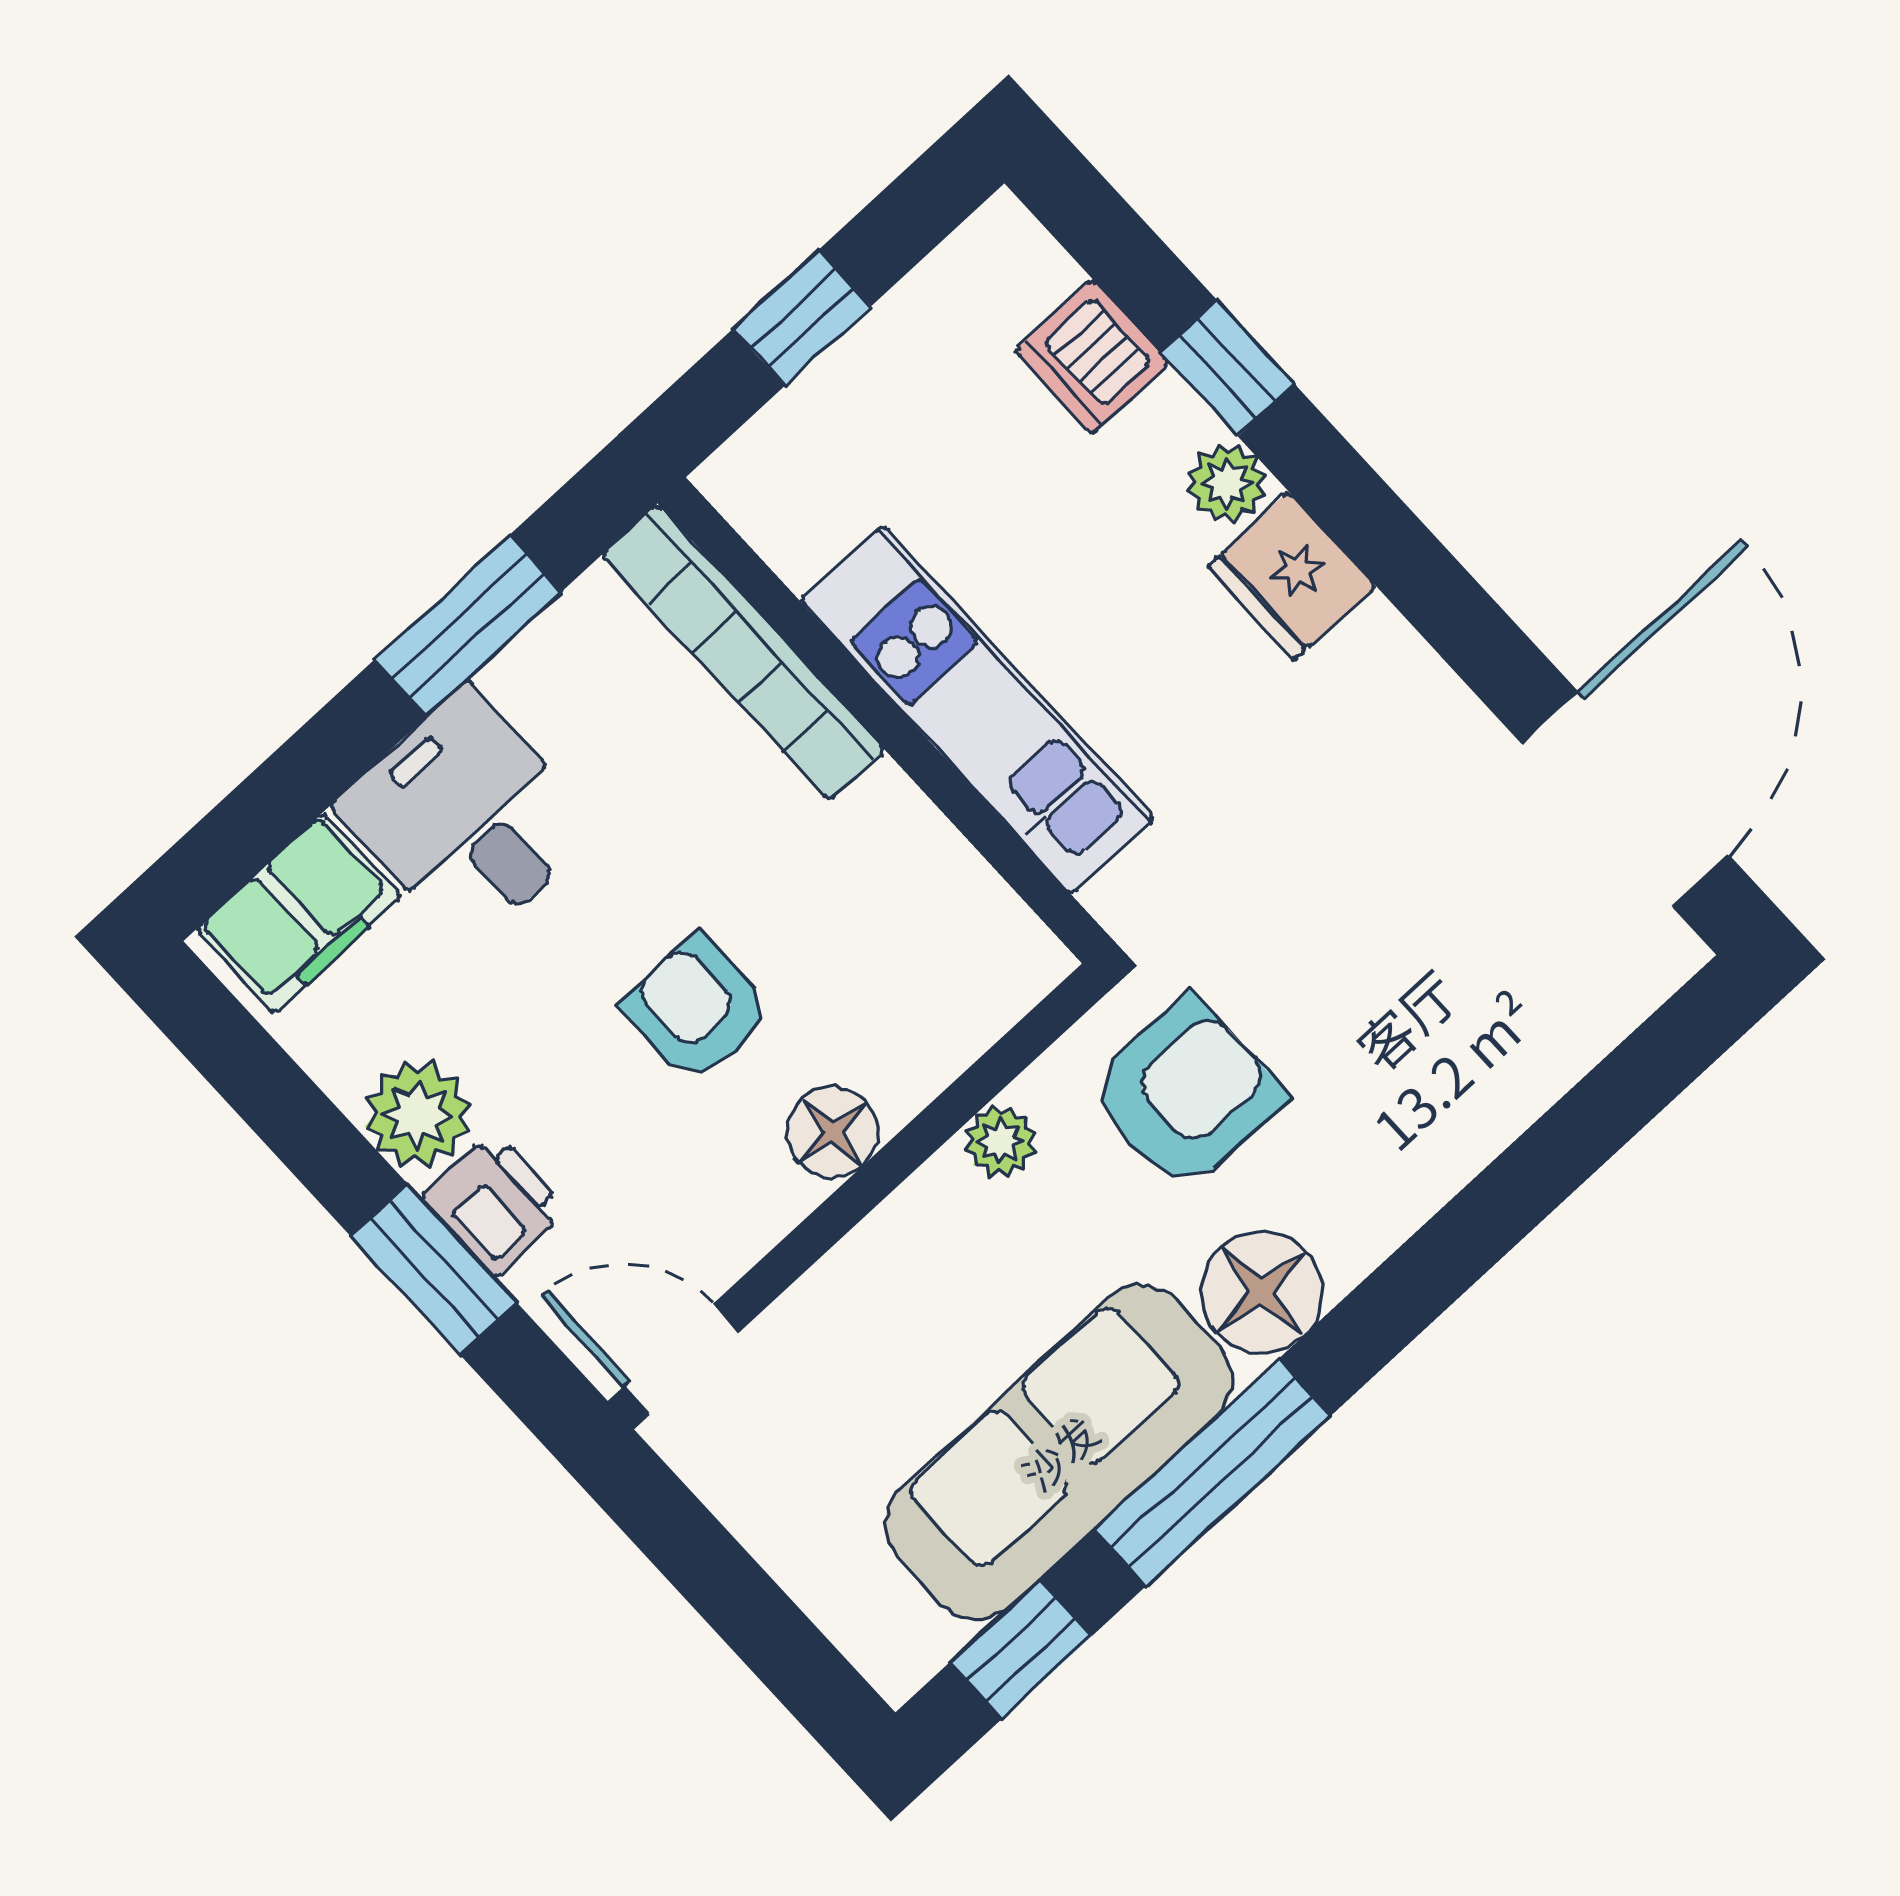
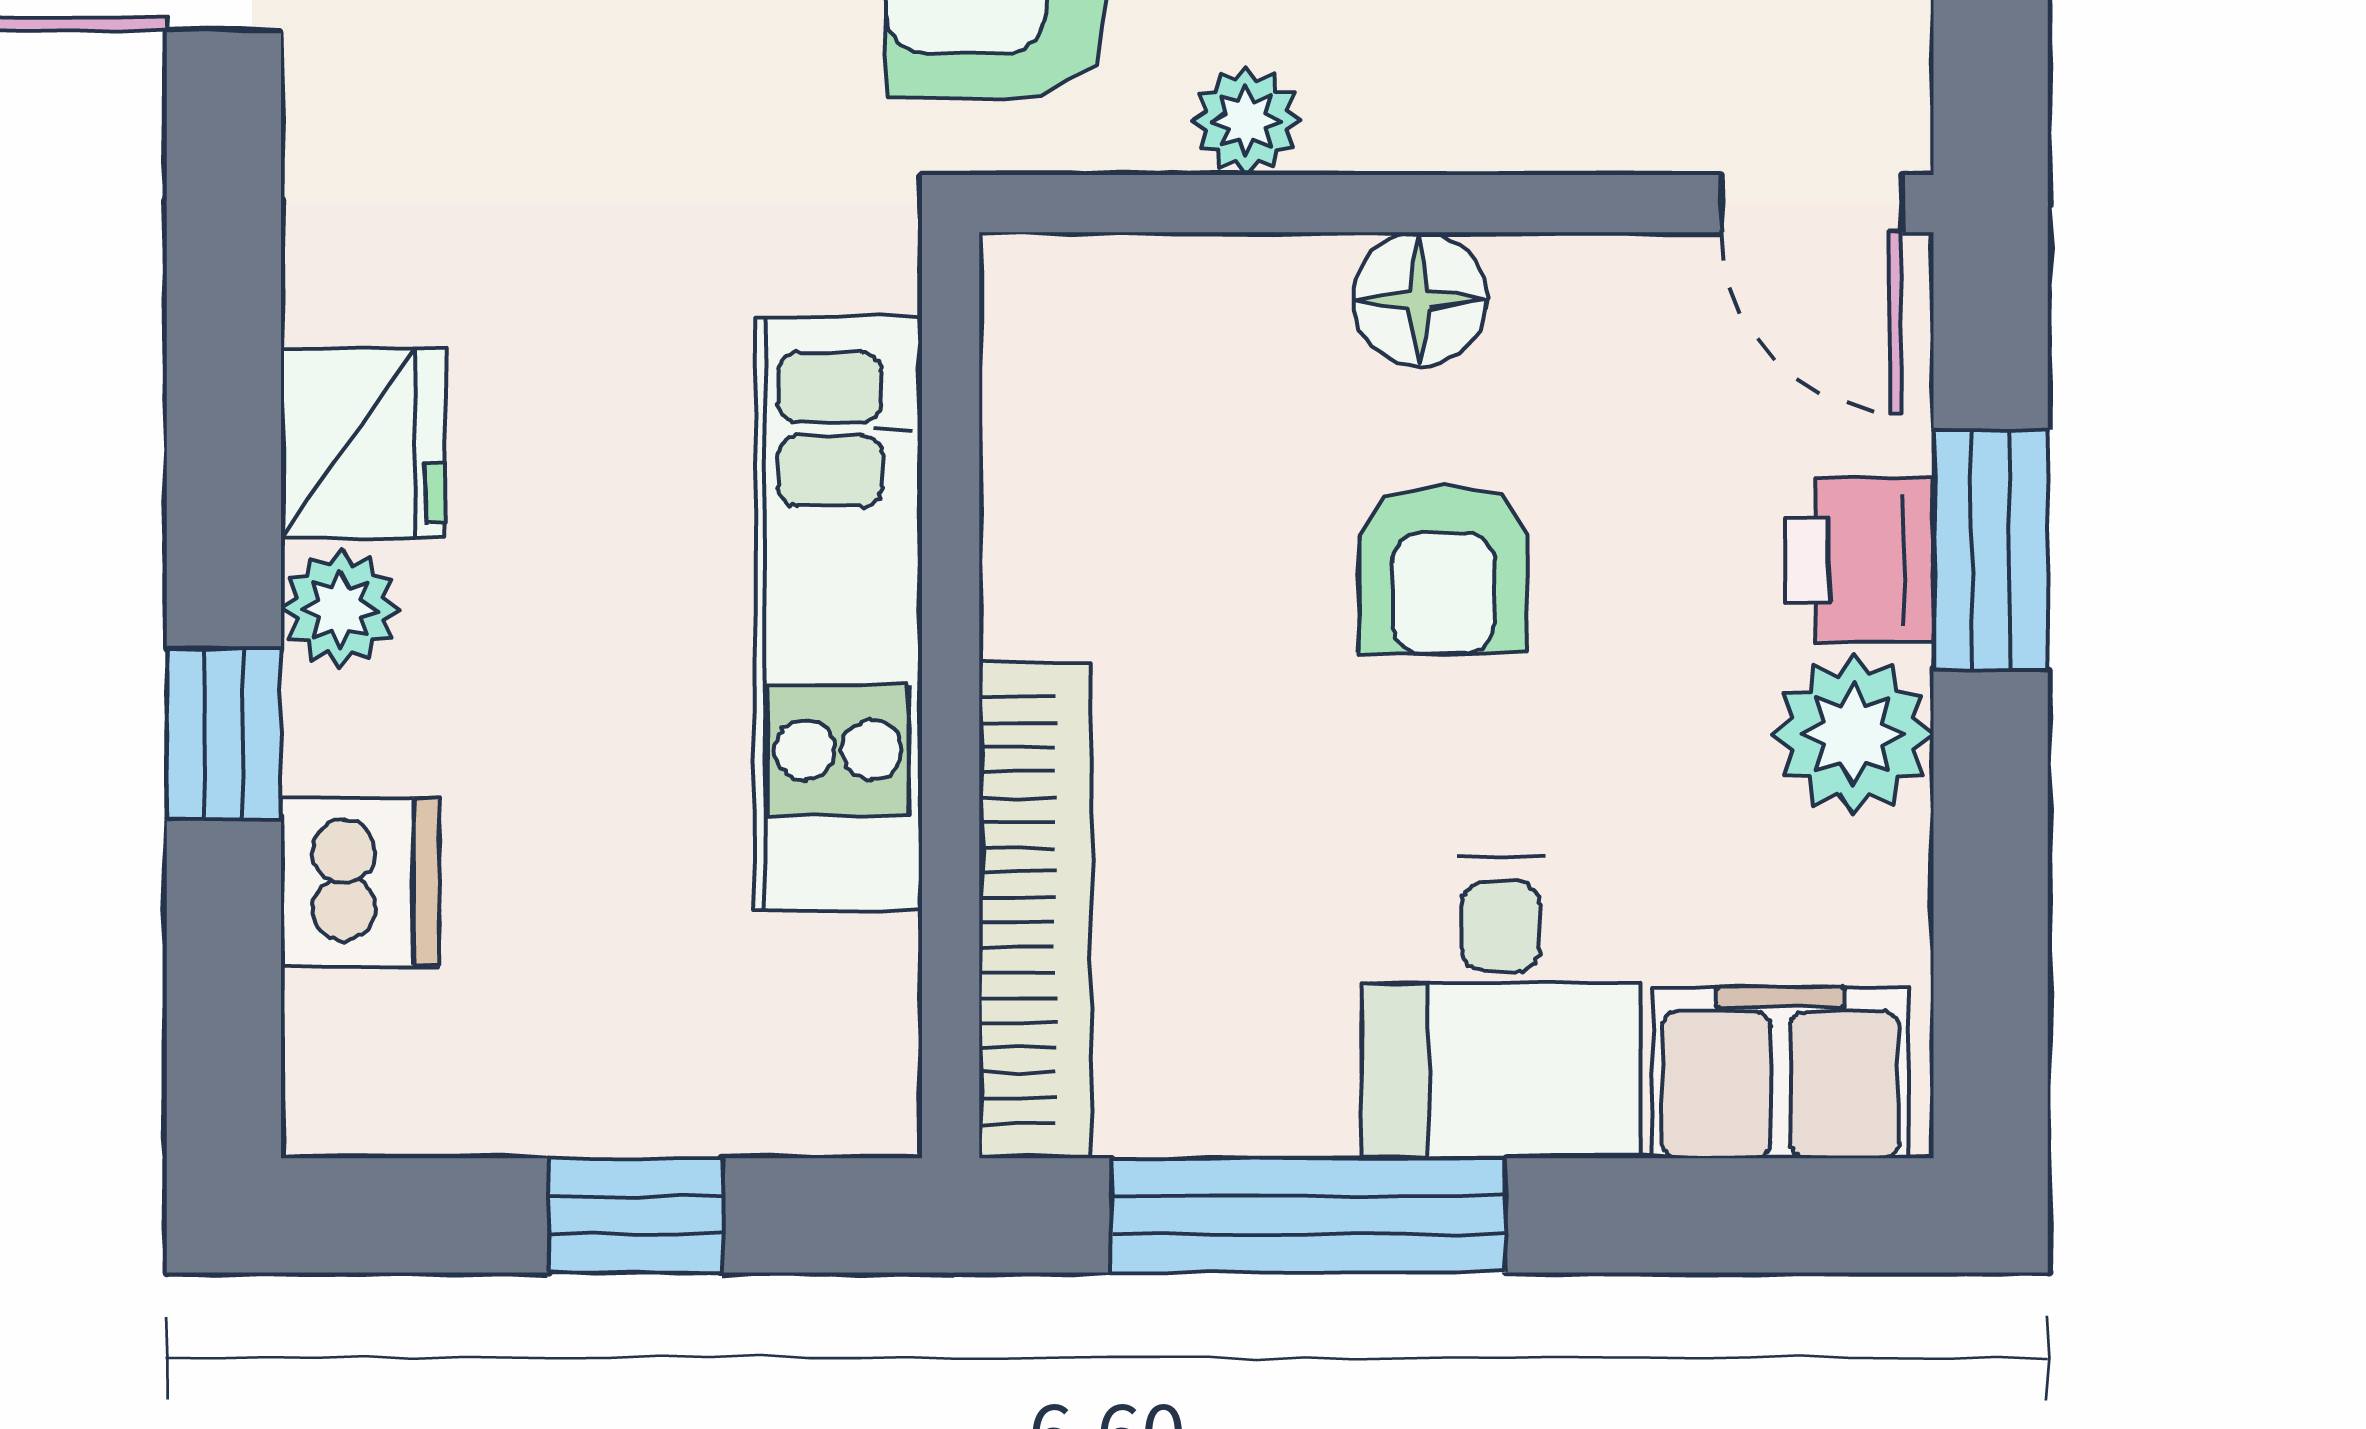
window: (468, 626) -> (1308, 1215), width x1.44

